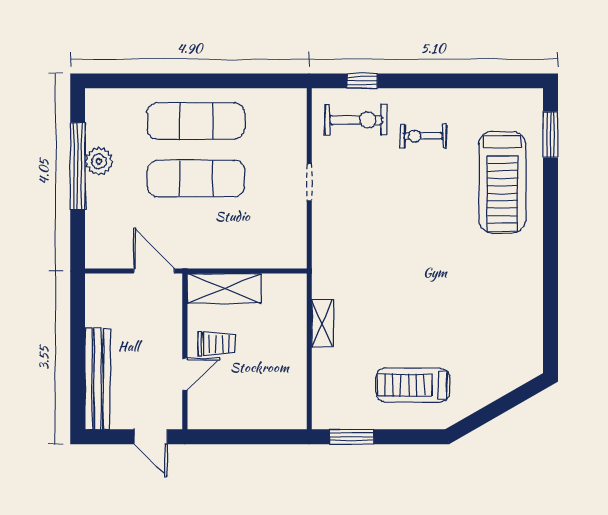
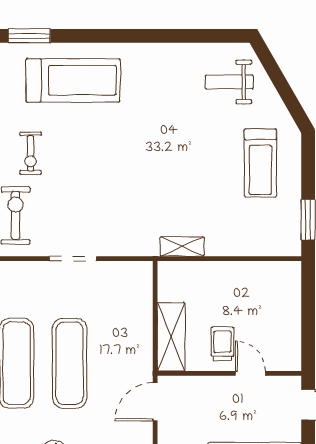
doorway: (309, 182) -> (73, 259), width x1.38
shelving: (322, 323) -> (182, 246), moved
weight bench: (500, 351) -> (229, 82), added

